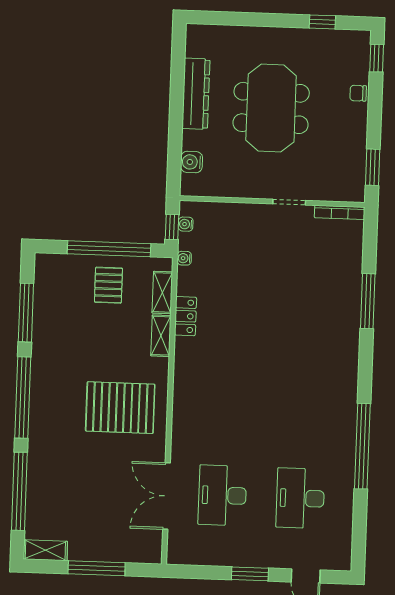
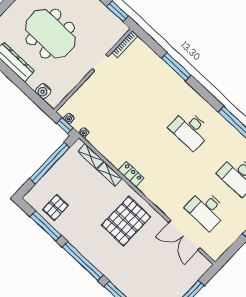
pallet: (108, 285) -> (56, 207), moved, turned 90
locker: (186, 316) -> (131, 174), moved
desk: (304, 387) -> (190, 130), added

